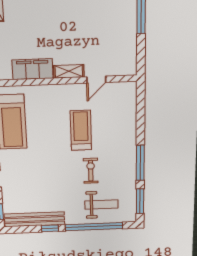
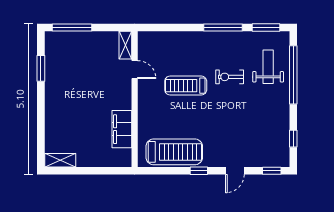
shelving: (69, 71) -> (125, 45), moved
bench: (34, 219) -> (282, 135), removed
window: (50, 228) -> (293, 139), moved

